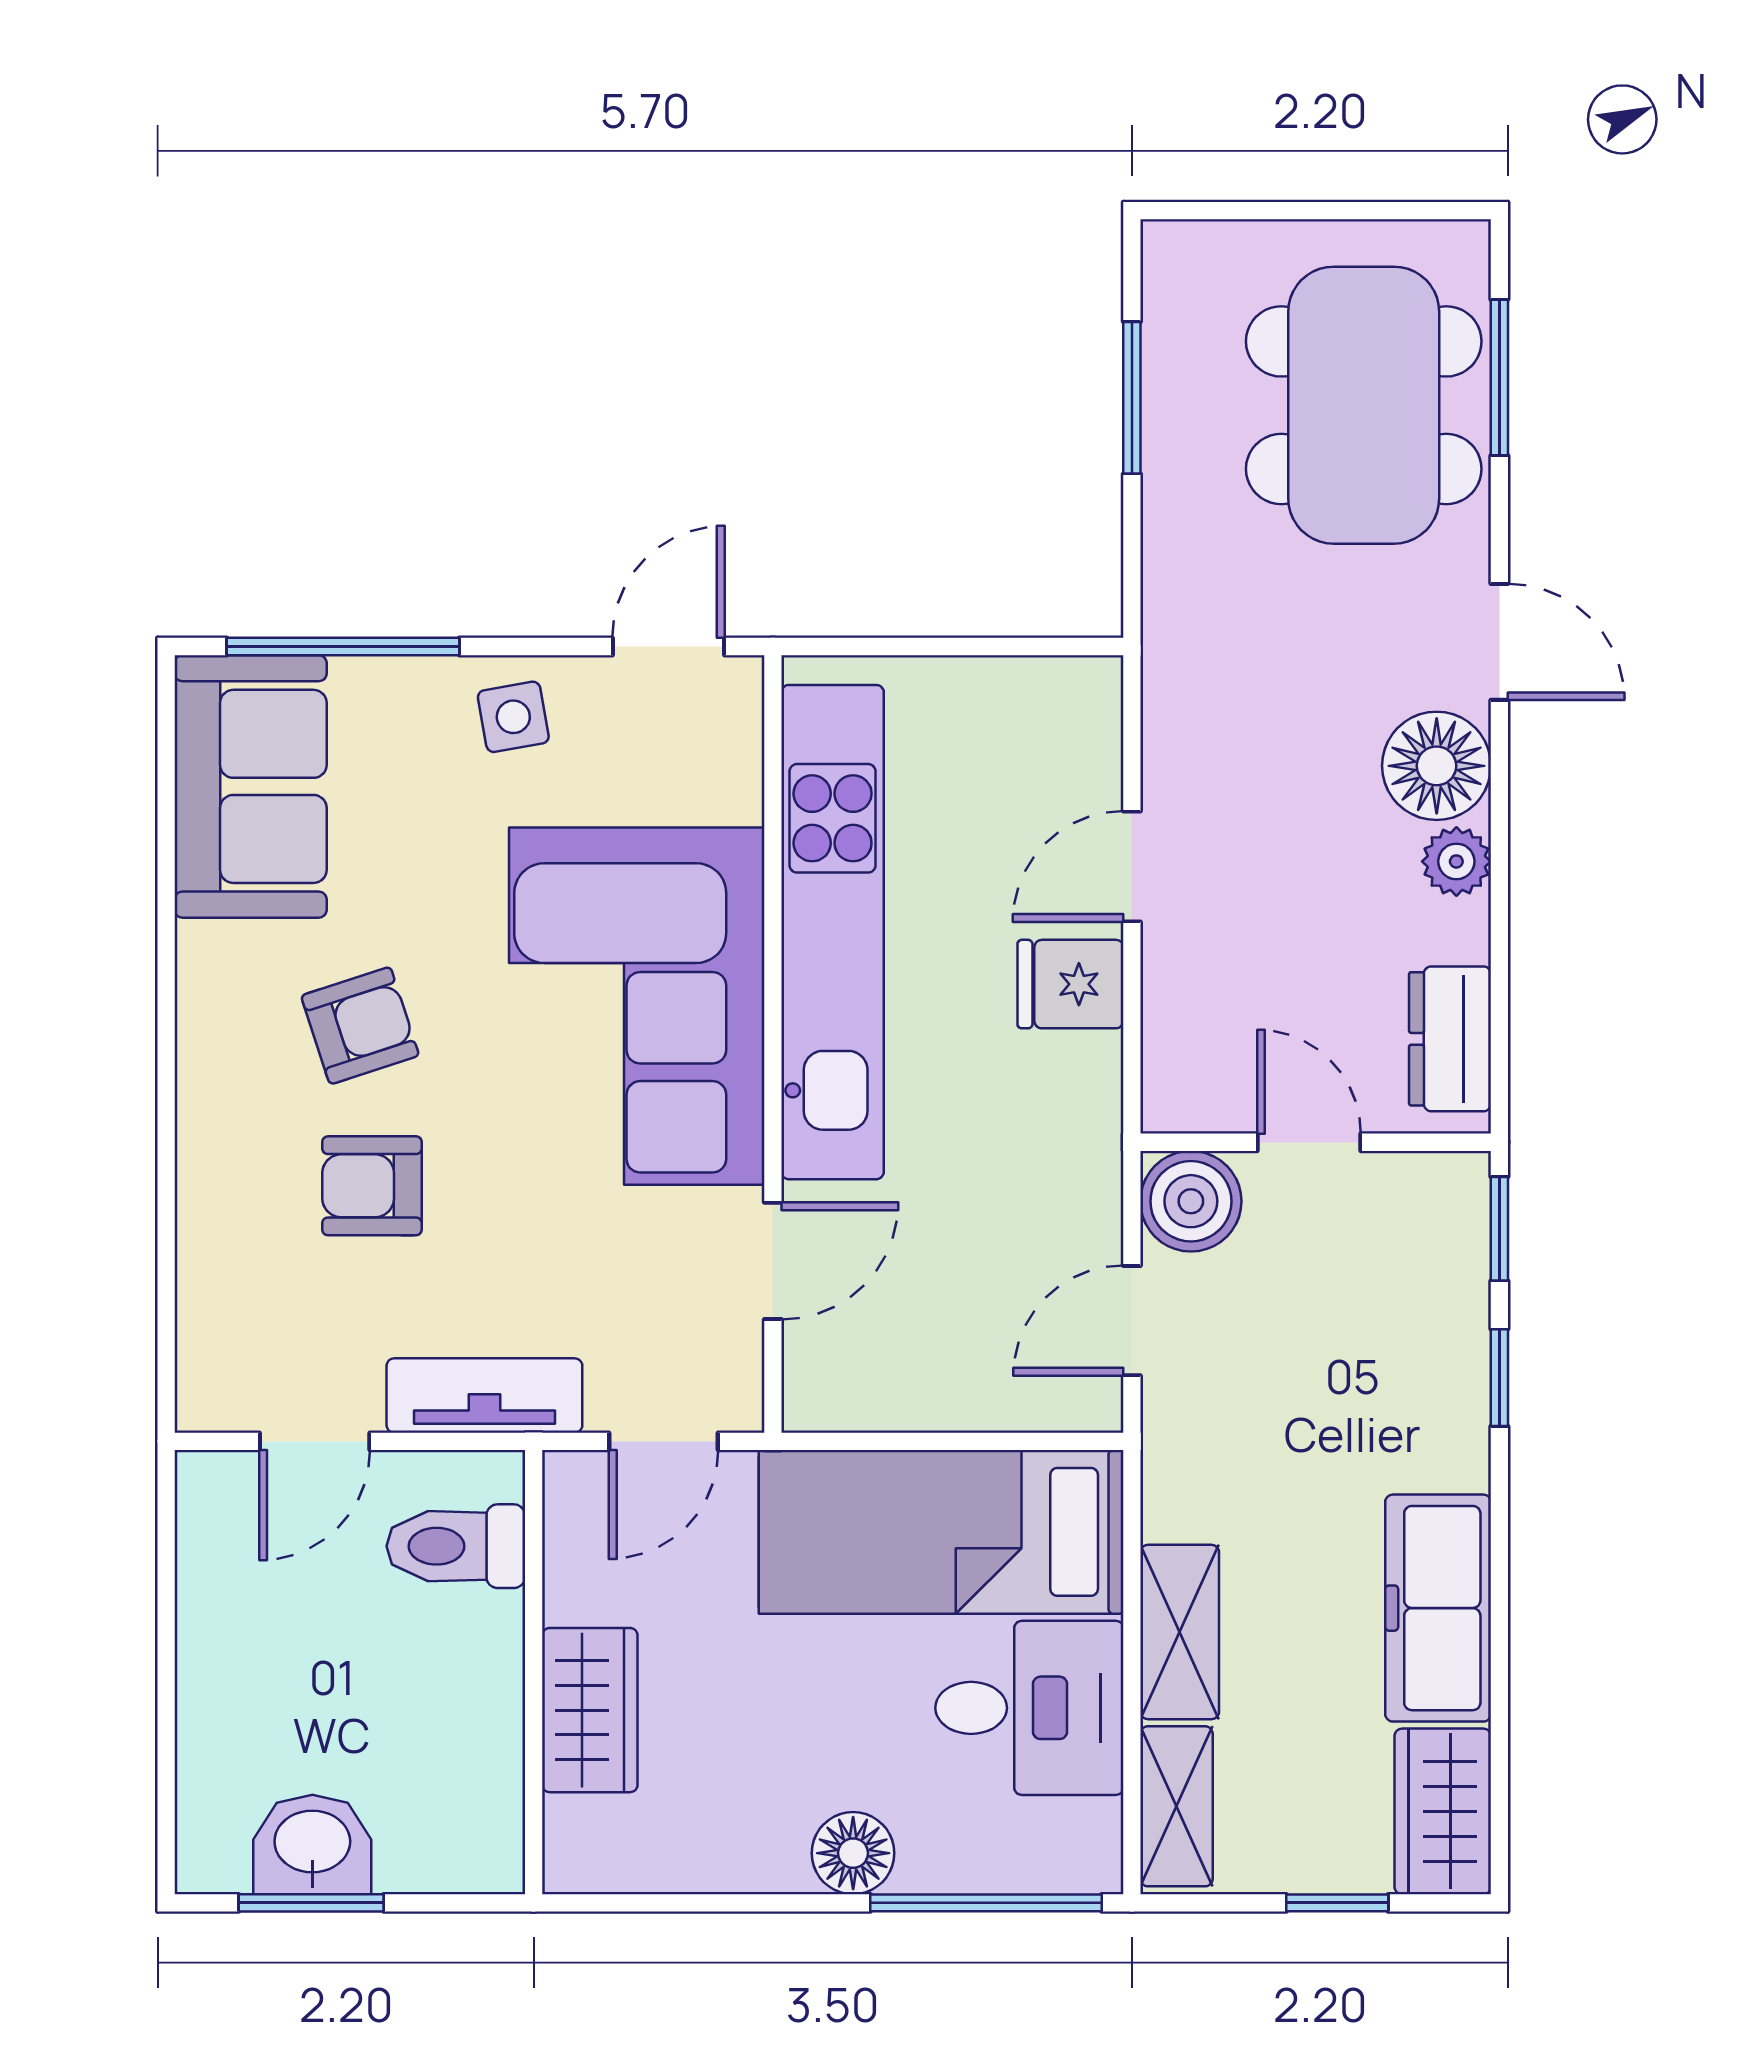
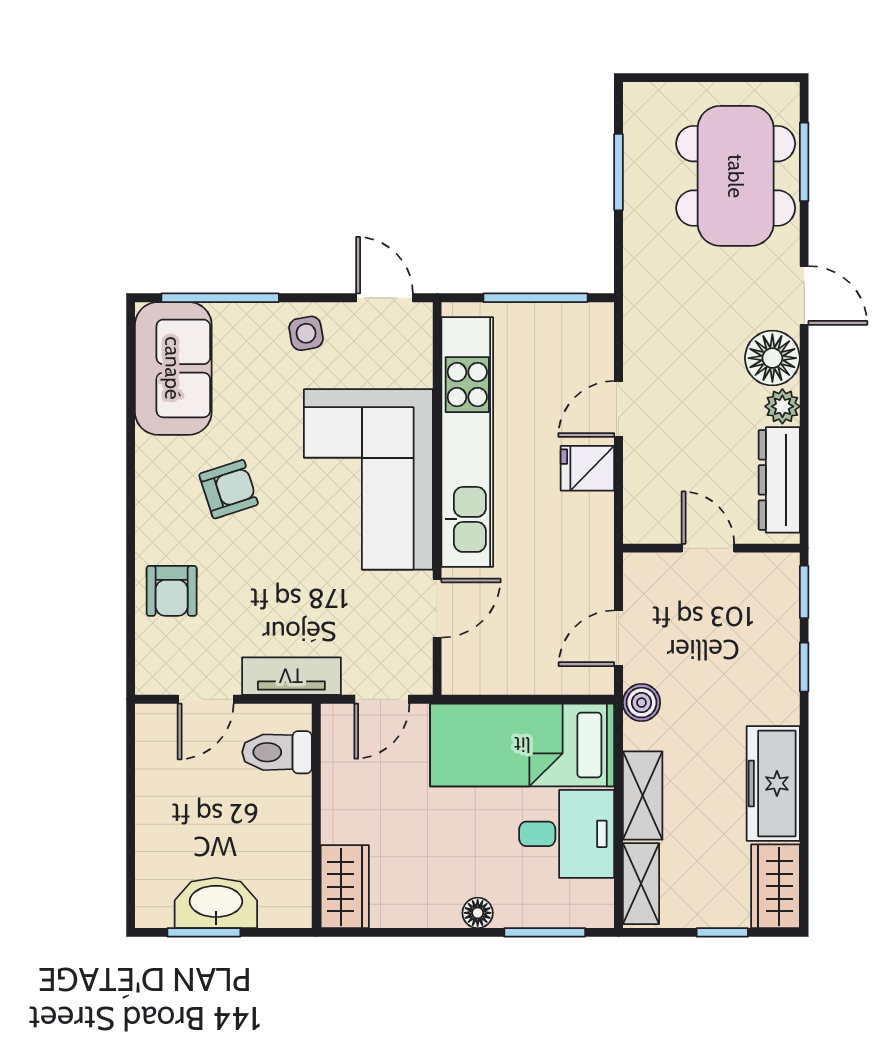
door: (669, 647) -> (384, 298), hinge flipped
window: (968, 647) -> (535, 298), added
dresser: (1450, 1039) -> (779, 480), width x1.44
armchair: (372, 1186) -> (172, 591), moved, turned -90
boiler: (1191, 1201) -> (641, 703), moved, width x0.73, depth x0.73
wardrobe: (590, 1710) -> (345, 887), moved
washbasin: (312, 1844) -> (216, 903), width x1.38
floor lamp: (853, 1853) -> (478, 913), width x0.73, depth x0.73
window: (986, 1903) -> (545, 932), width x0.69

